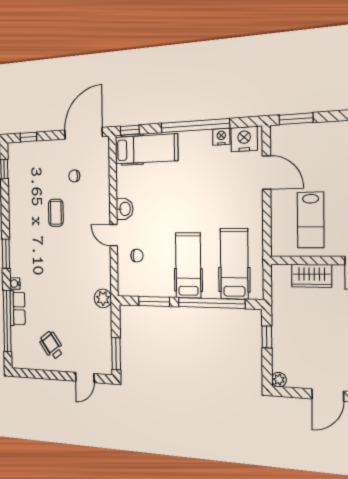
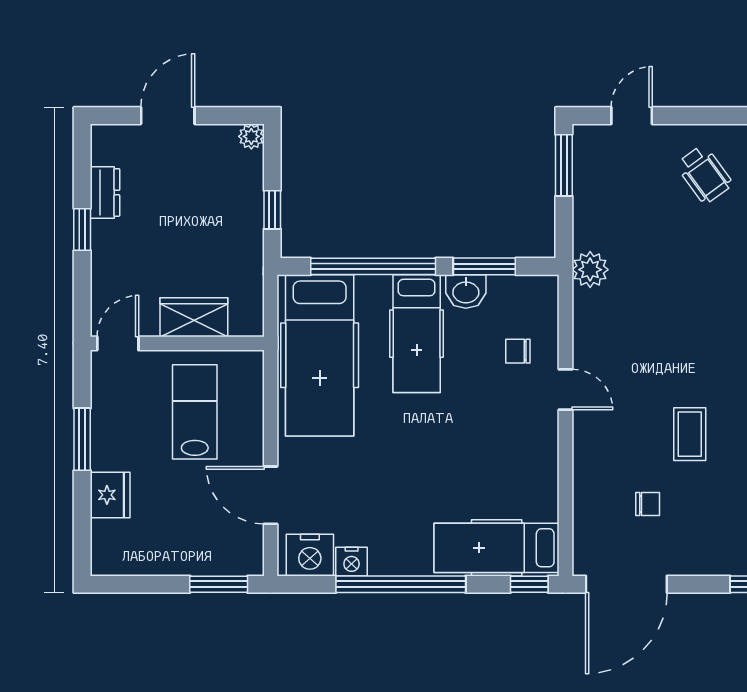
washbasin: (125, 209) -> (466, 291), moved, turned -90
hospital bed: (234, 264) -> (320, 355), width x1.37, depth x1.29

